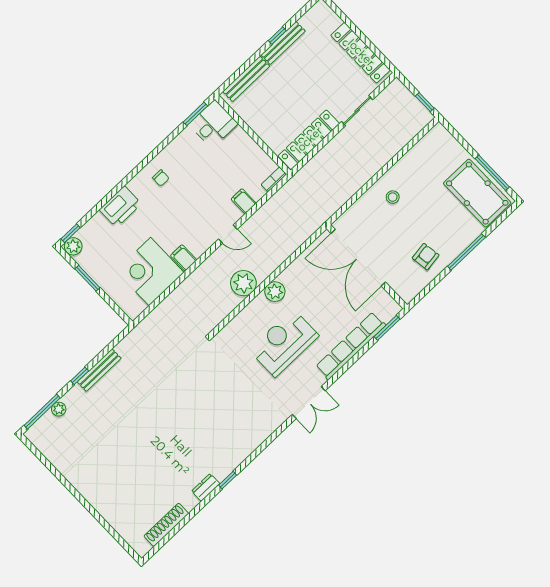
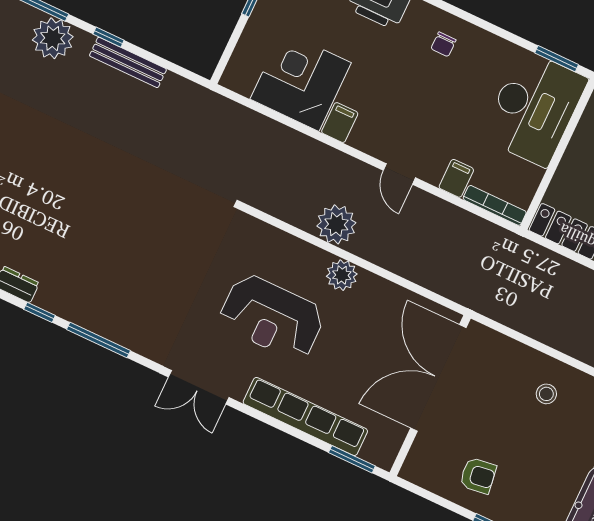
desk: (213, 124) -> (534, 108), width x1.87, depth x1.30
bookcase: (274, 179) -> (495, 205), width x1.56
reception desk: (284, 343) -> (272, 317), turned 180
plant: (59, 409) -> (53, 38), width x1.88, depth x1.88
window: (258, 451) -> (99, 340), added

